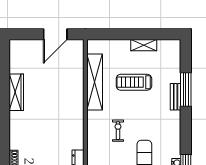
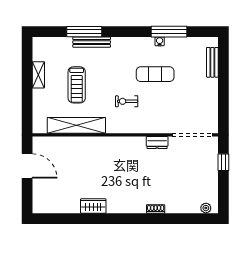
wardrobe: (16, 92) -> (93, 206), width x0.67
bench: (176, 97) -> (92, 42), width x1.36

